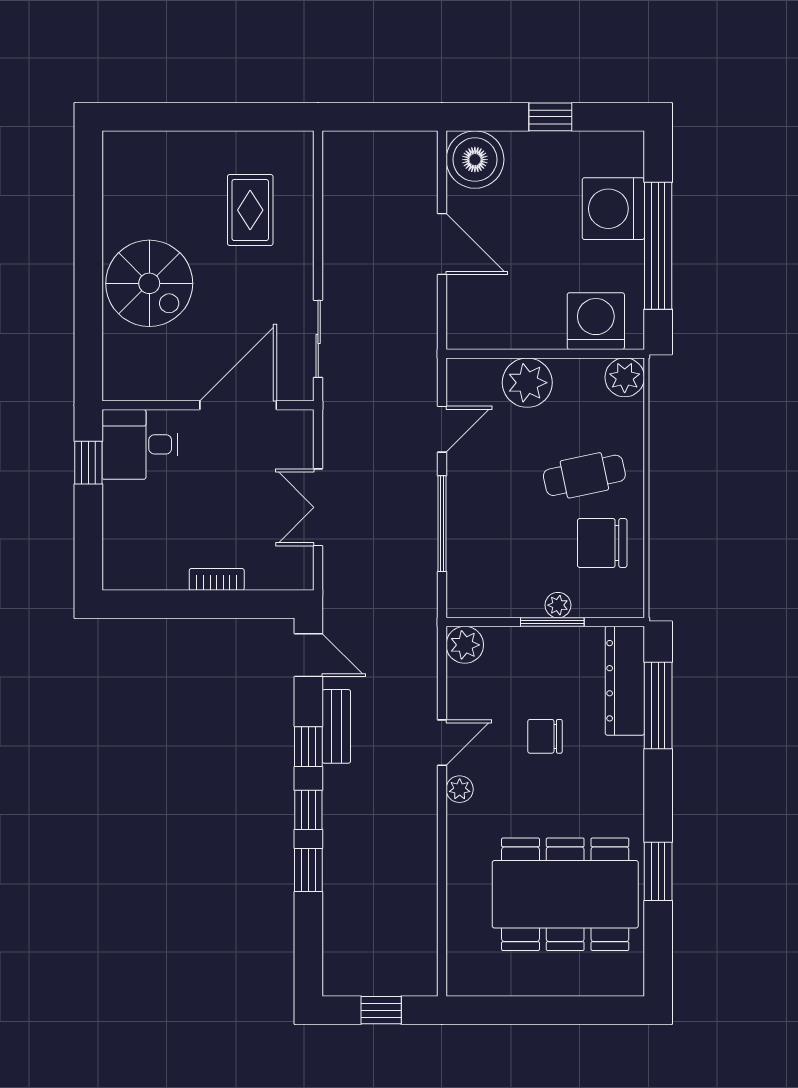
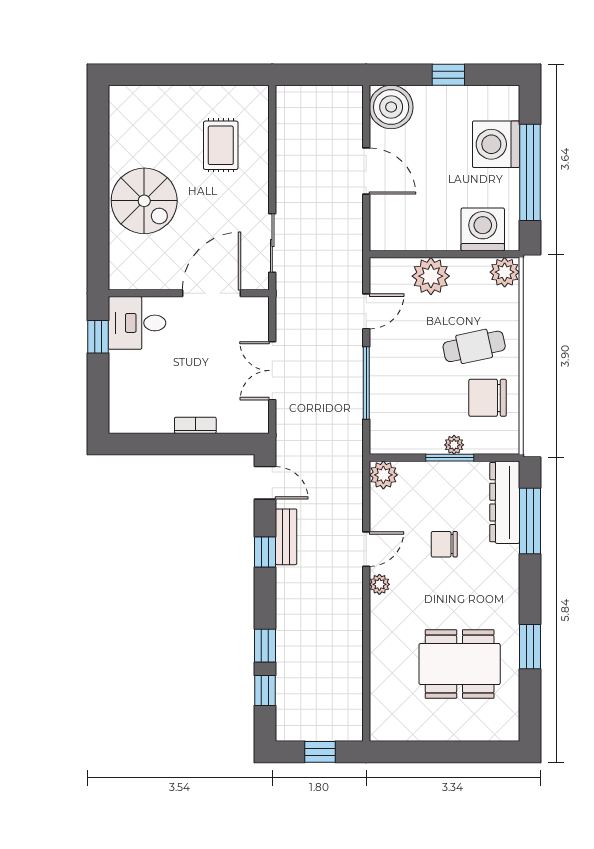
window: (308, 810) -> (265, 690), moved
dining table: (565, 894) -> (460, 664), width x0.73, depth x0.80

